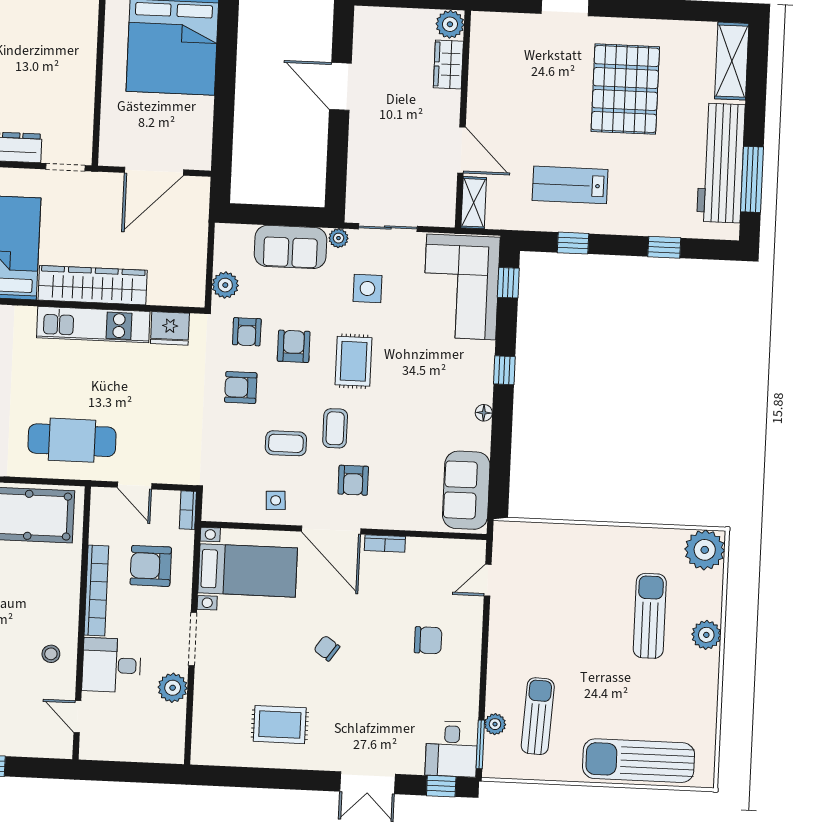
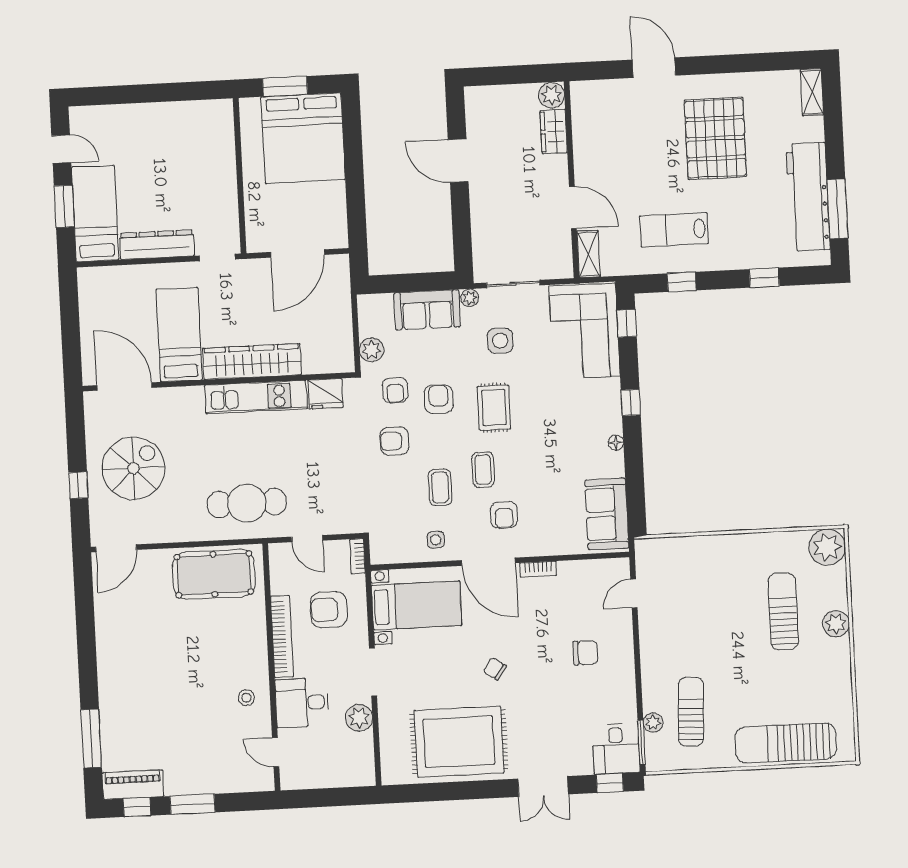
shelving: (732, 61) -> (812, 92), width x0.67, depth x0.75
coffee table: (286, 443) -> (440, 487), turned 90
rug: (280, 725) -> (459, 742), width x1.86, depth x2.06

